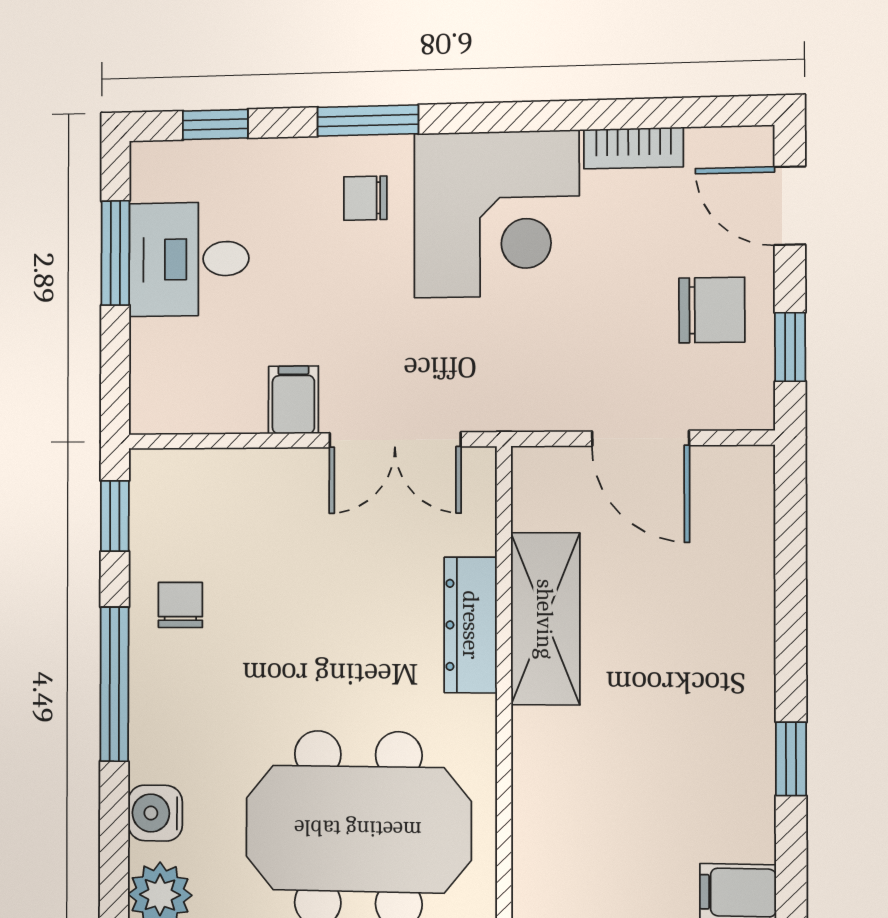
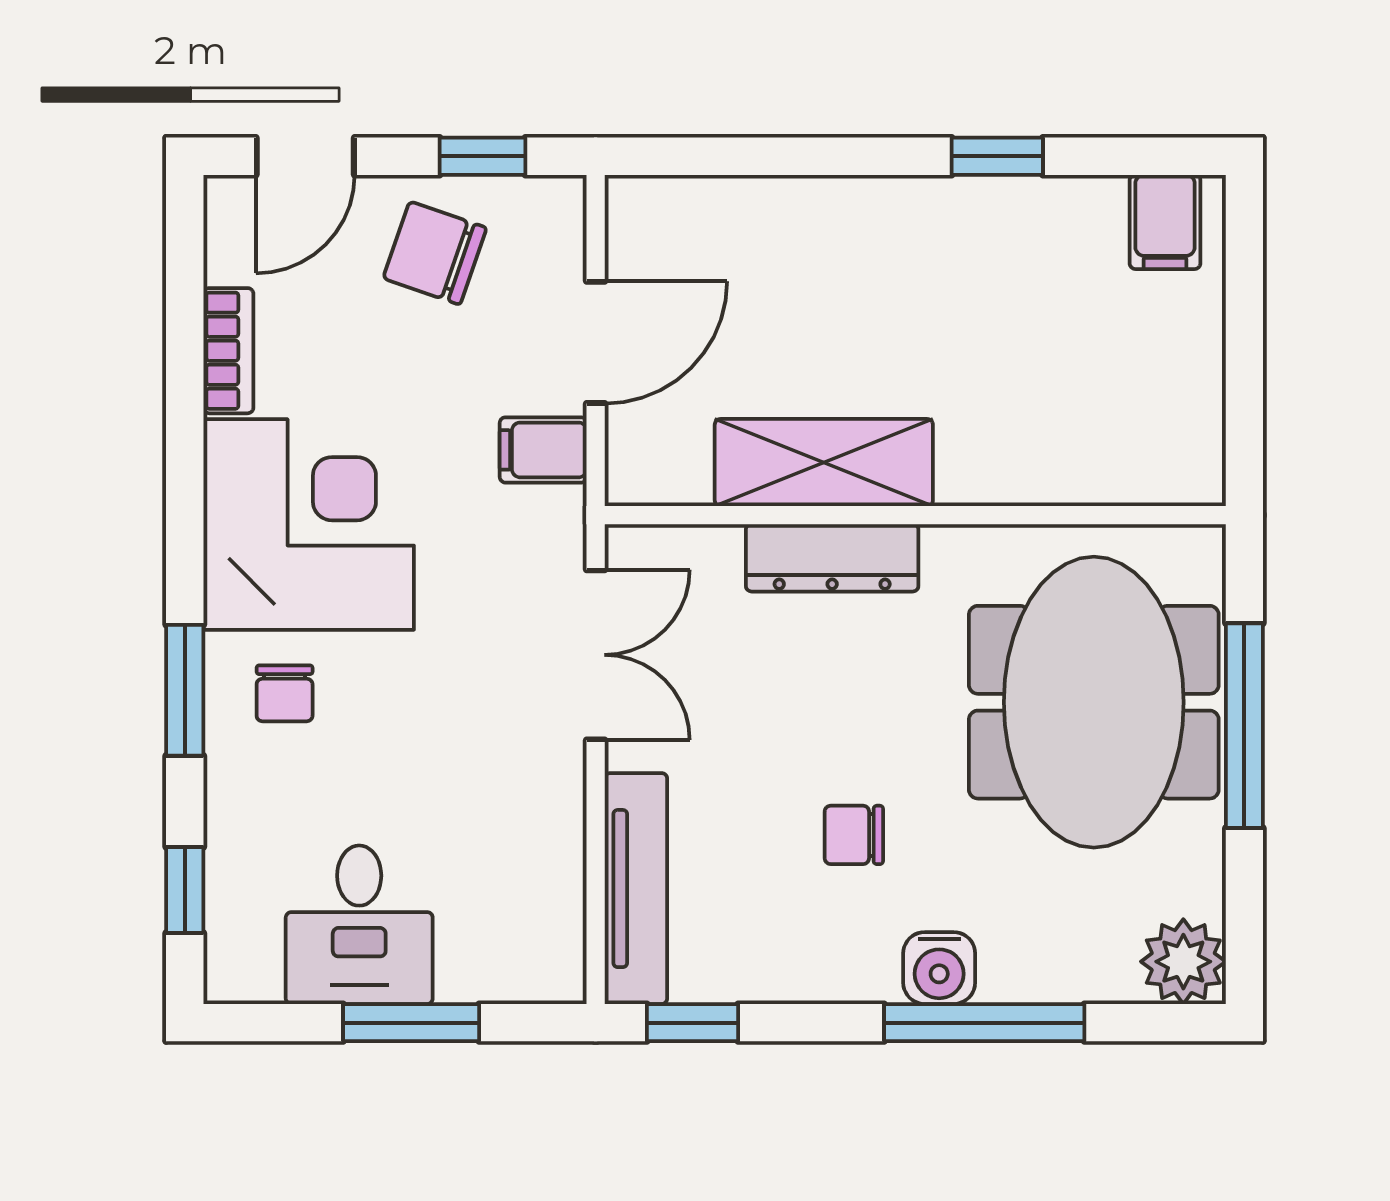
window: (115, 253) -> (411, 1023), moved
chair: (712, 310) -> (435, 253), turned -71
filing cabinet: (293, 400) -> (543, 450), moved
tv unit: (216, 472) -> (636, 889), added
chair: (180, 605) -> (854, 835), moved
window: (114, 684) -> (984, 1023), moved
water cooler: (155, 813) -> (939, 968), moved

